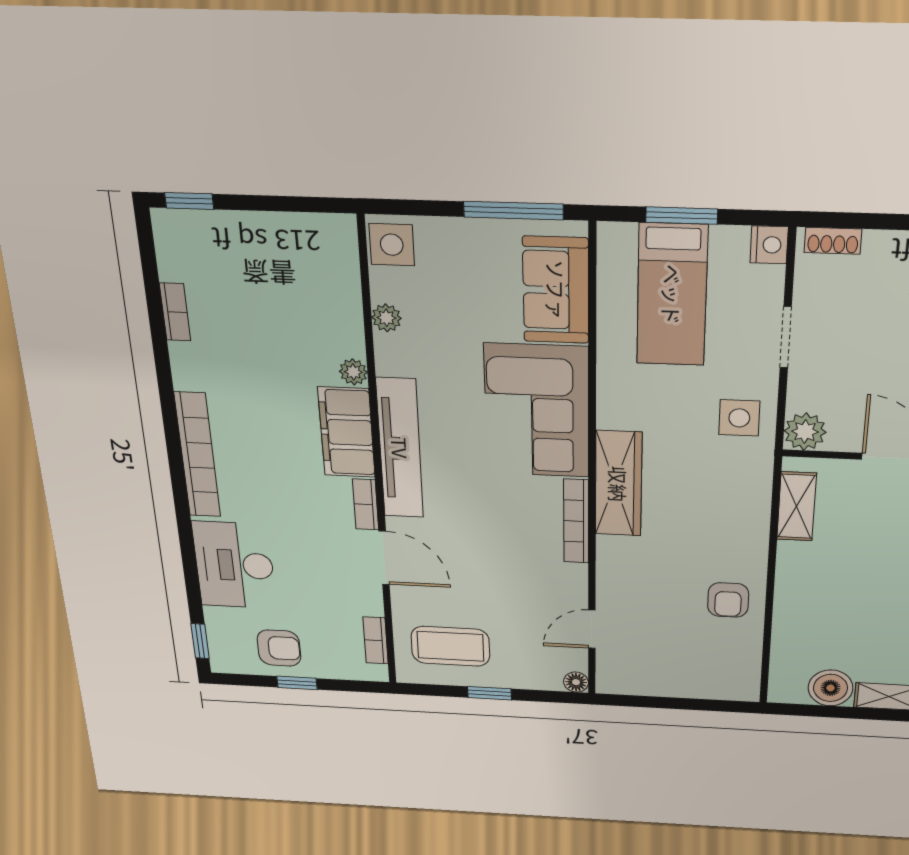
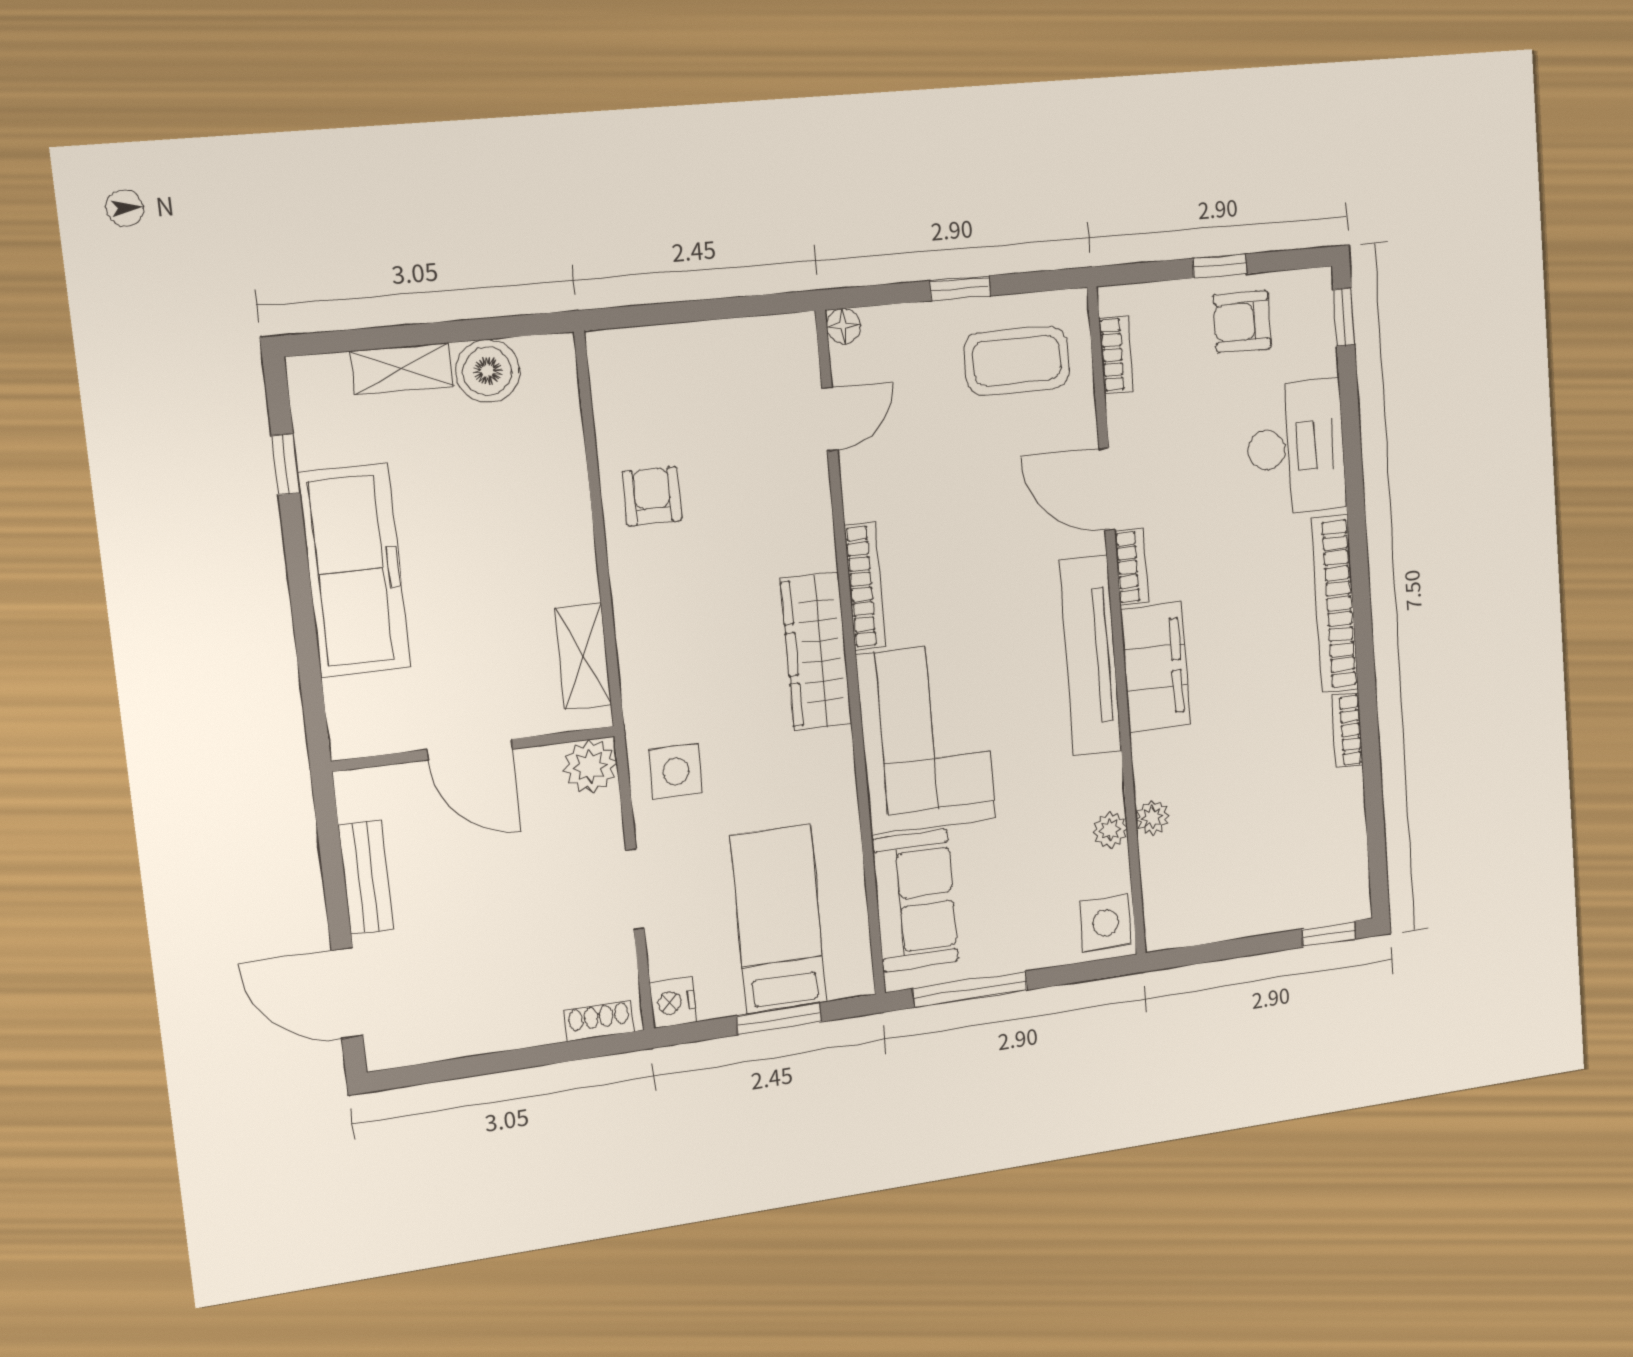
bookcase: (175, 312) -> (1347, 731), moved
plant: (353, 372) -> (1152, 818), moved

